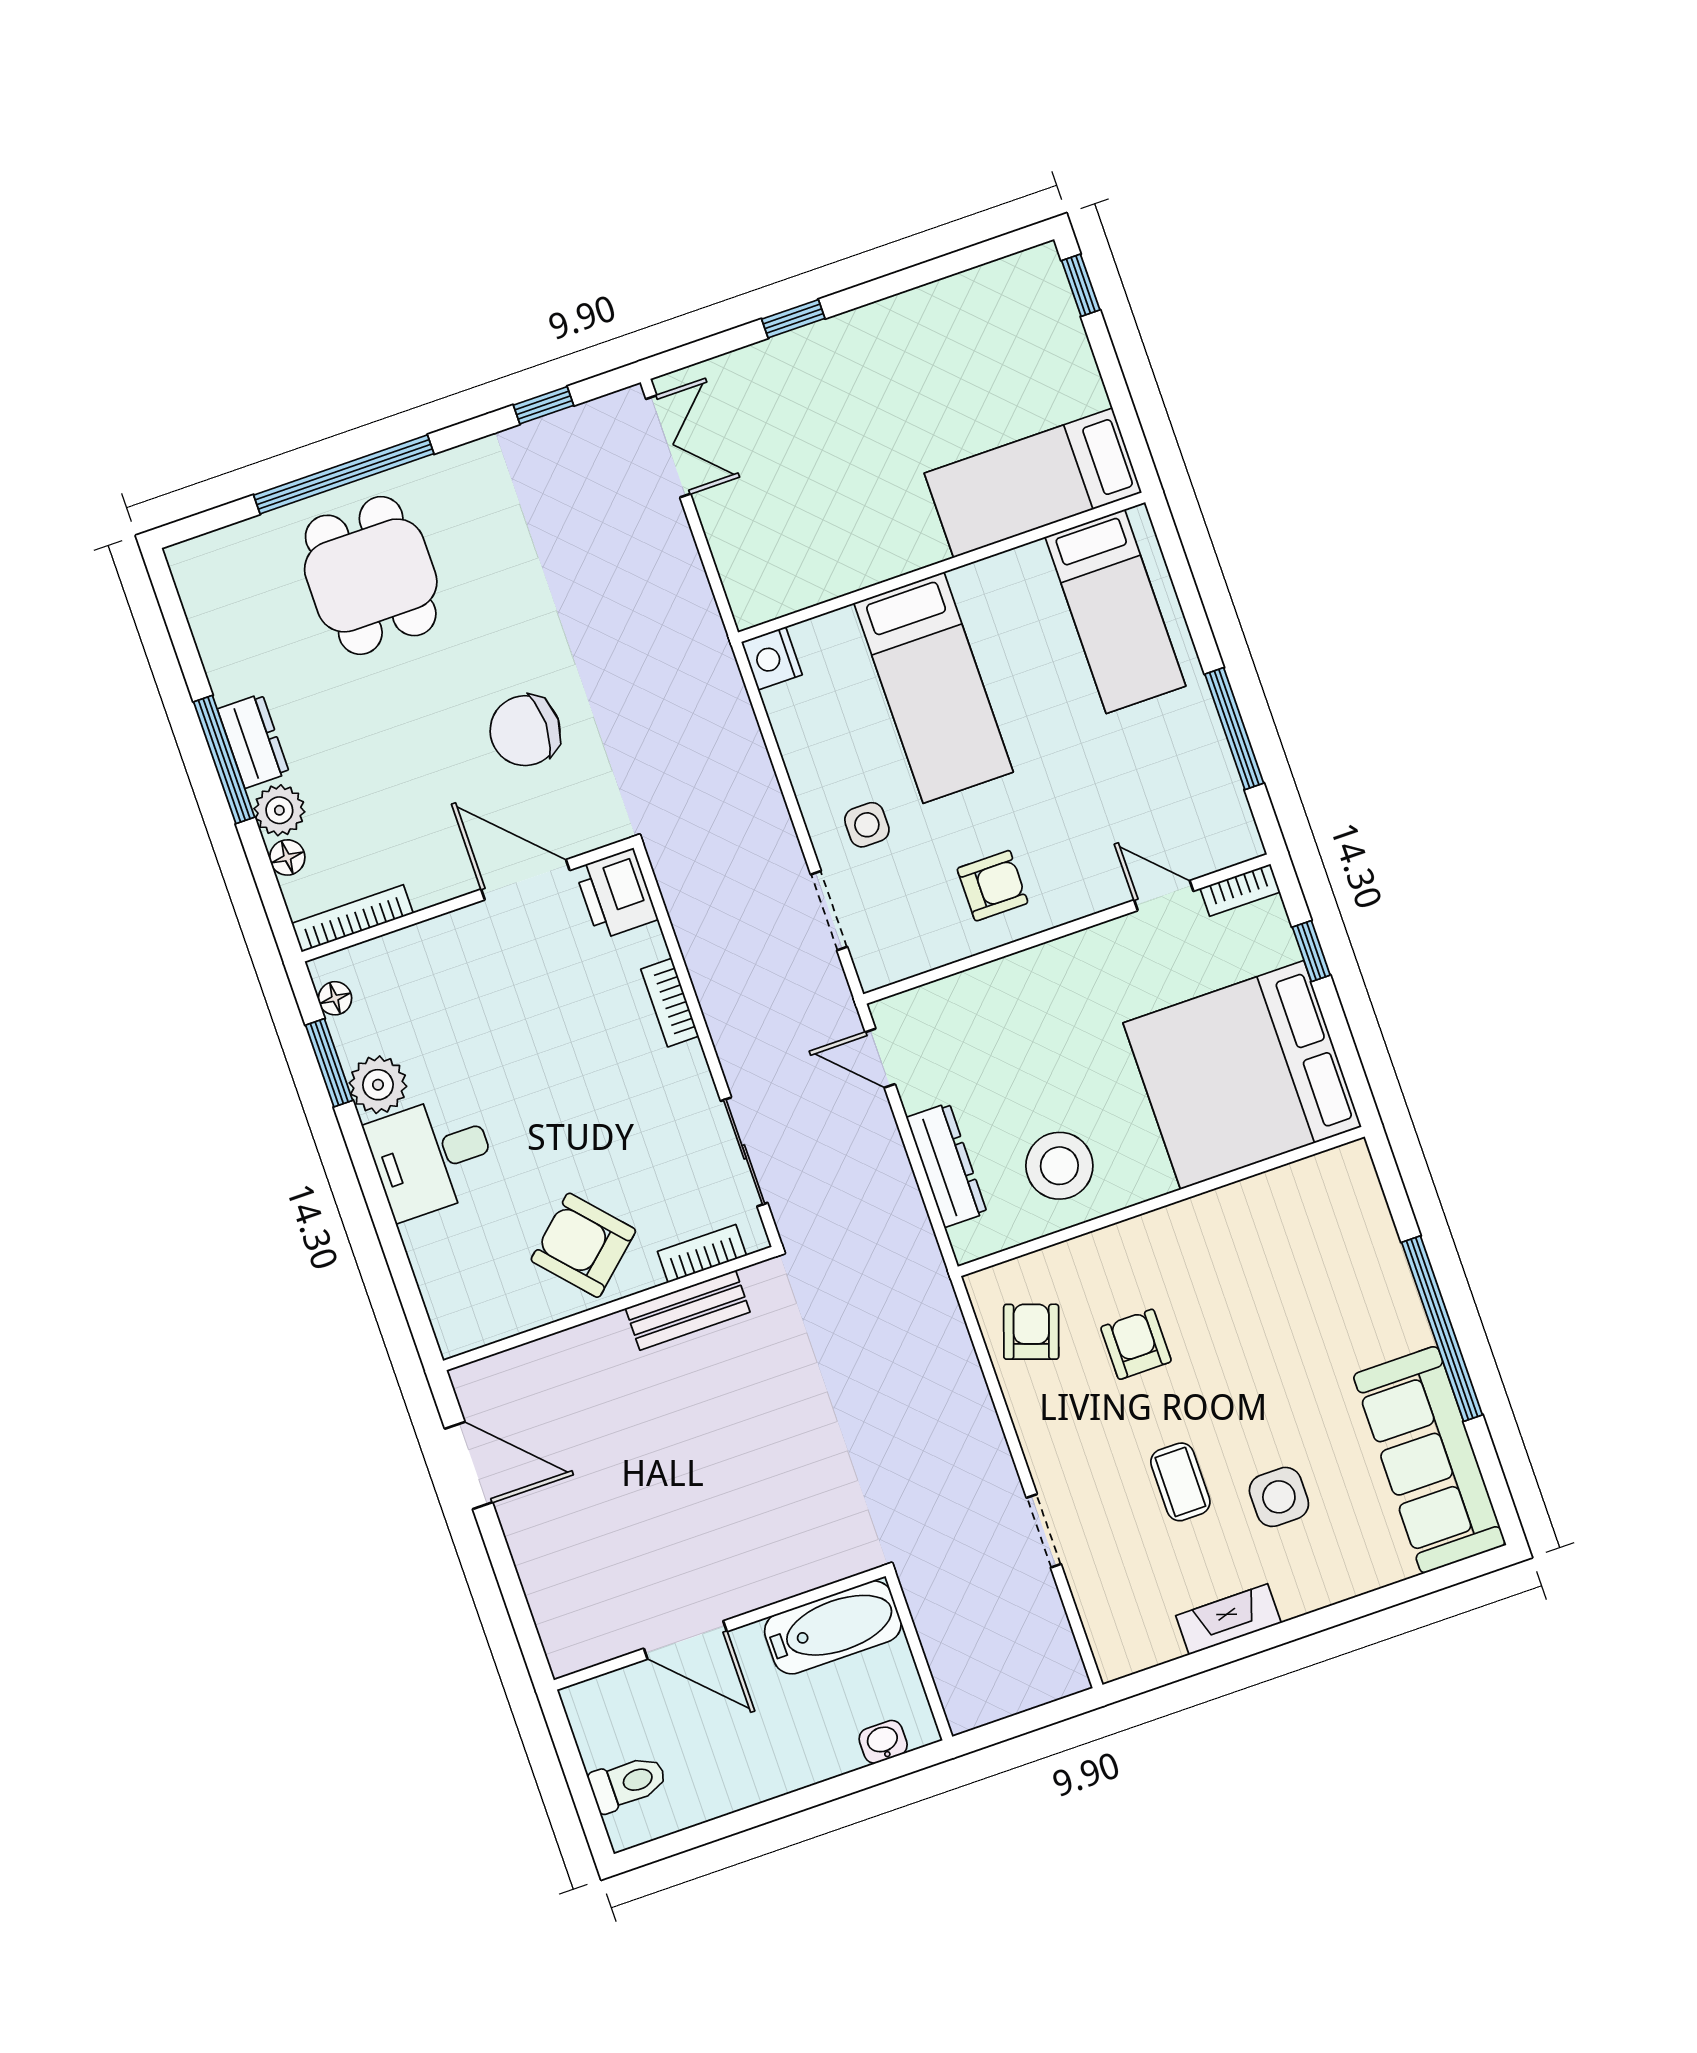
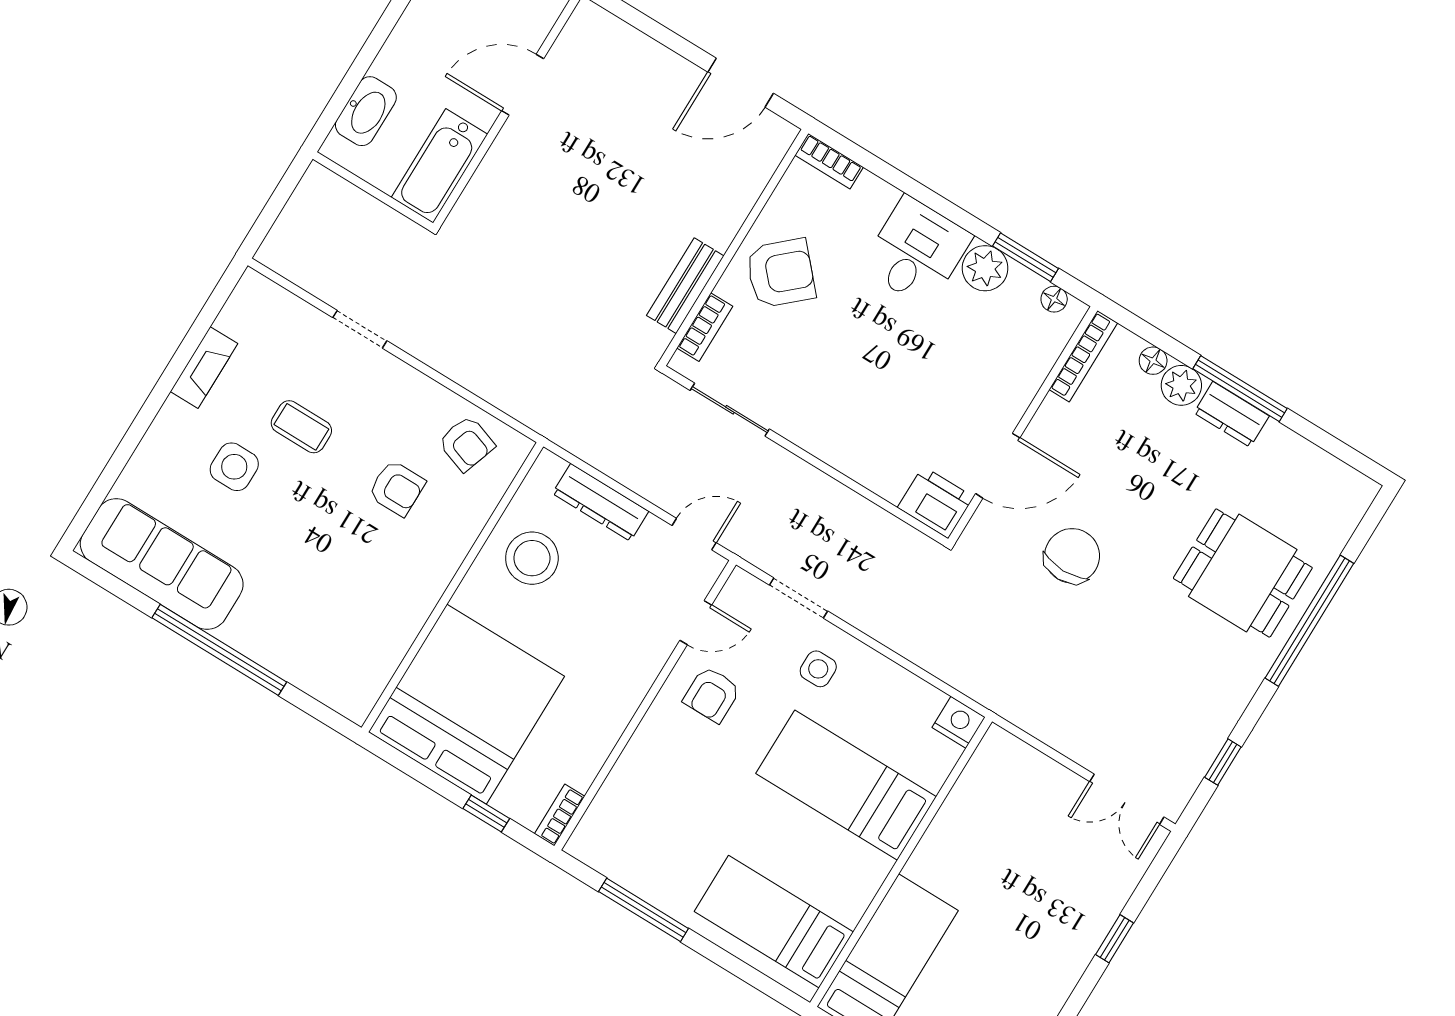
door: (1164, 896) -> (696, 623), moved
bookcase: (670, 1003) -> (829, 161), moved, turned 180
washbasin: (883, 1742) -> (366, 111), width x1.91, depth x1.45

